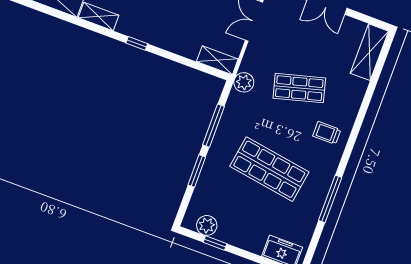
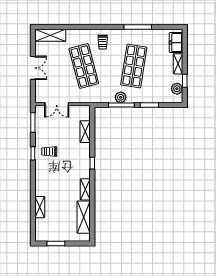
shelving: (217, 60) -> (85, 132), moved
plant: (244, 82) -> (121, 97), moved
shop shelf: (299, 88) -> (84, 66), width x1.43, depth x1.36
shelving: (246, 242) -> (178, 64), added

